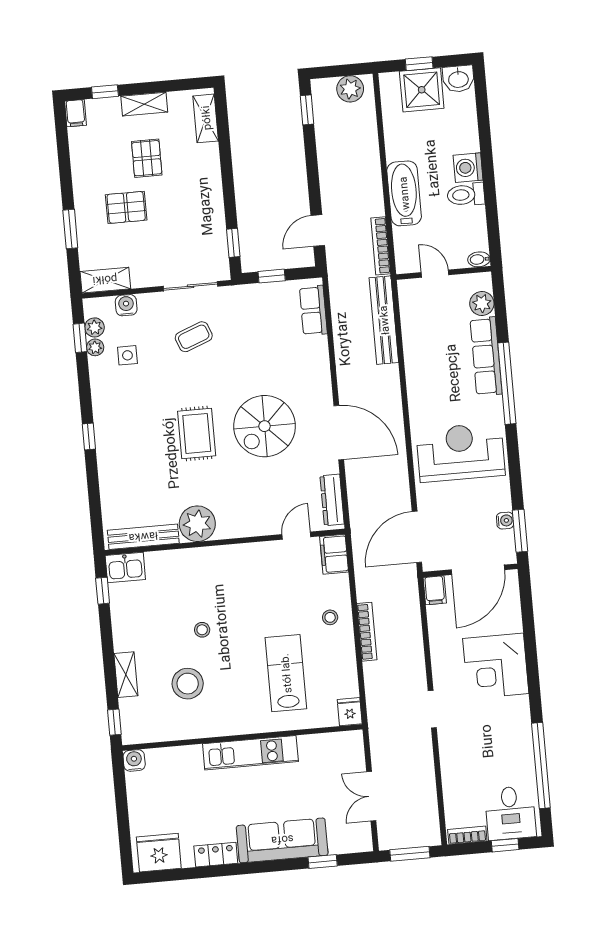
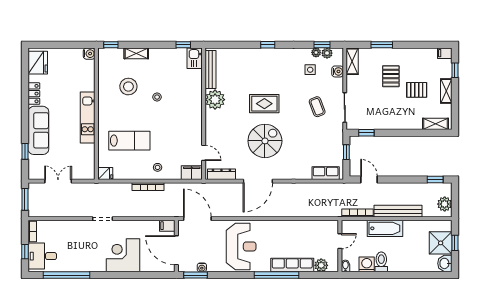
washing machine: (468, 168) -> (367, 264), moved
bench: (384, 320) -> (398, 211), moved
spiral stairs: (265, 426) -> (265, 141), turned 90

